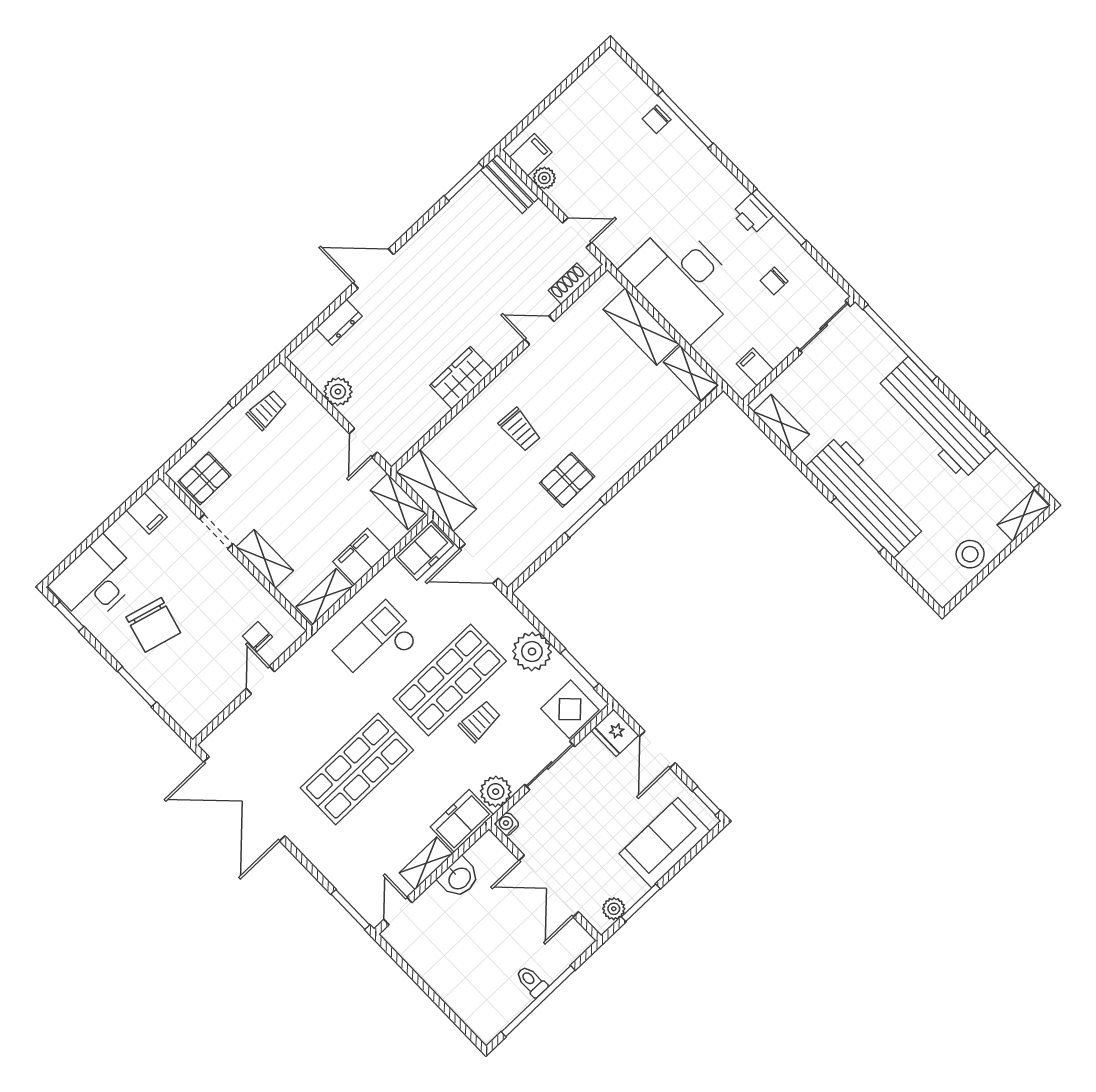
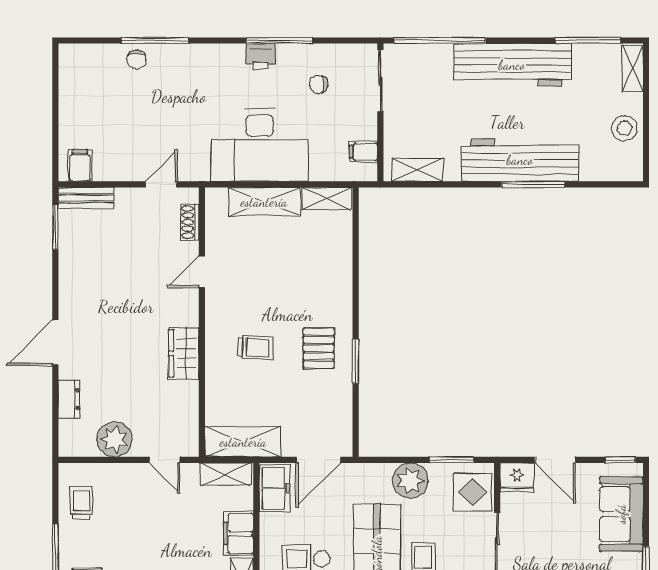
plant: (544, 178) -> (104, 171), removed
chair: (774, 281) -> (318, 84), turned 90
plant: (338, 392) -> (114, 439), width x1.36, depth x1.36

